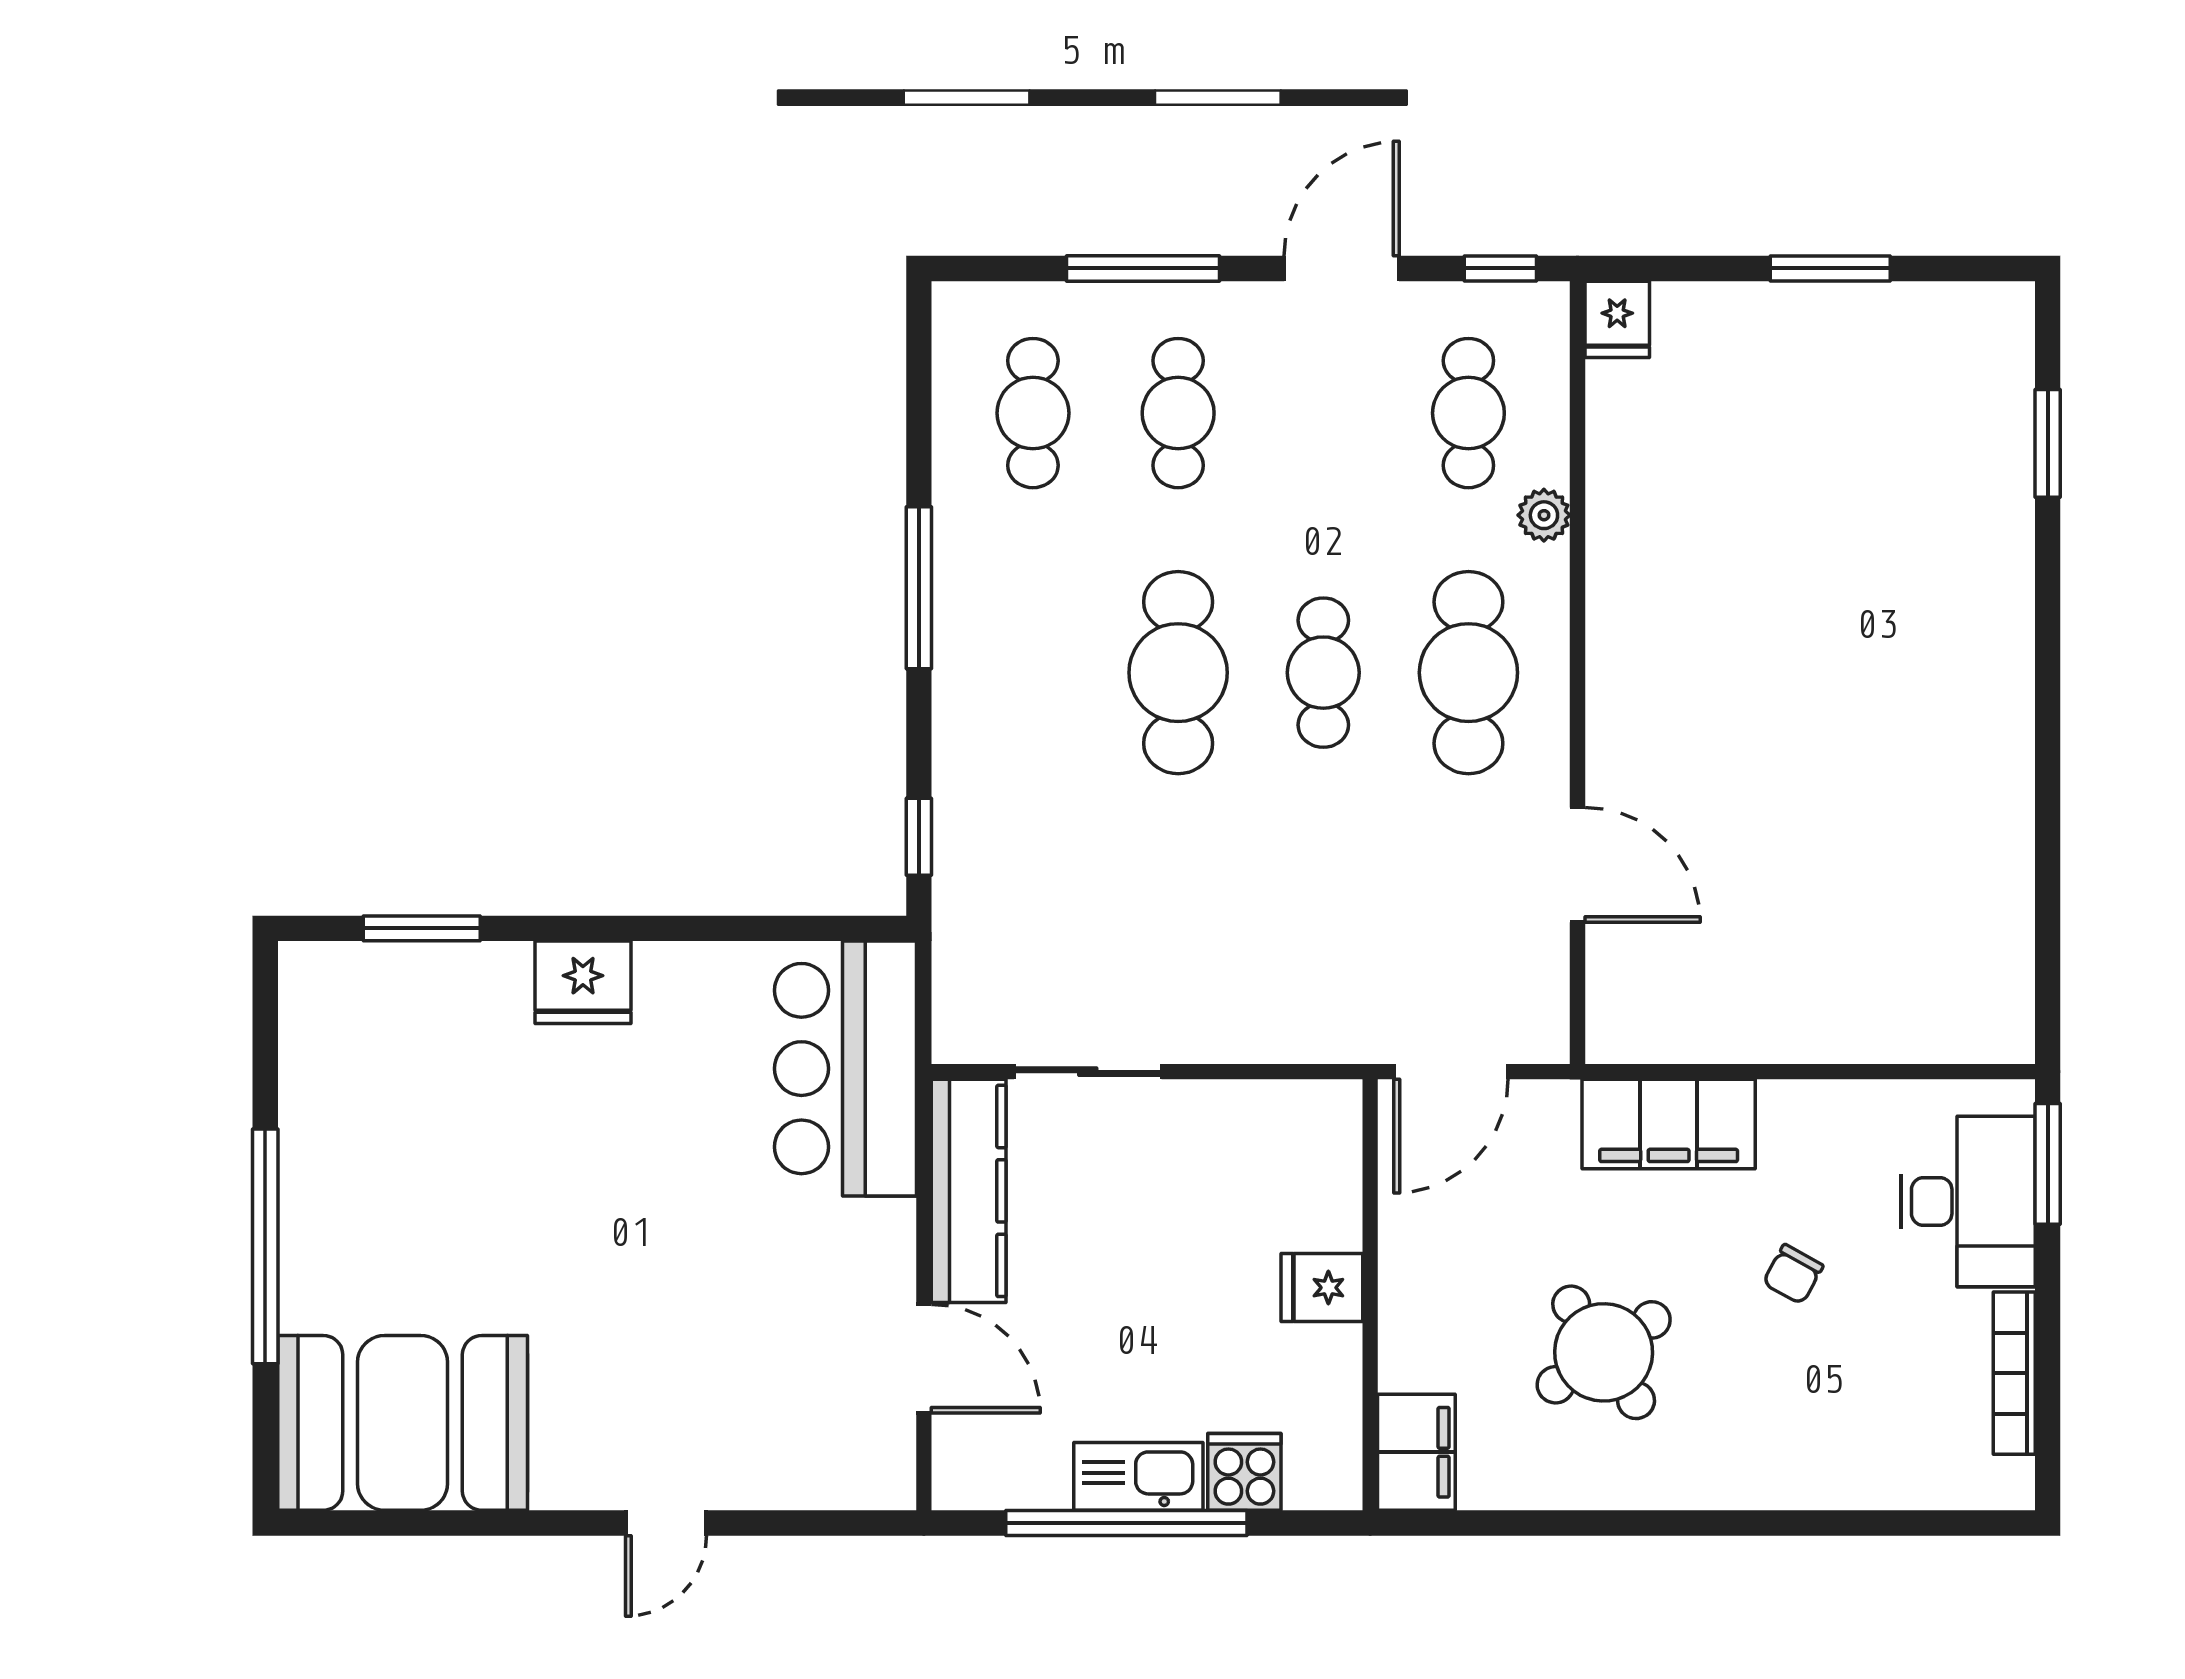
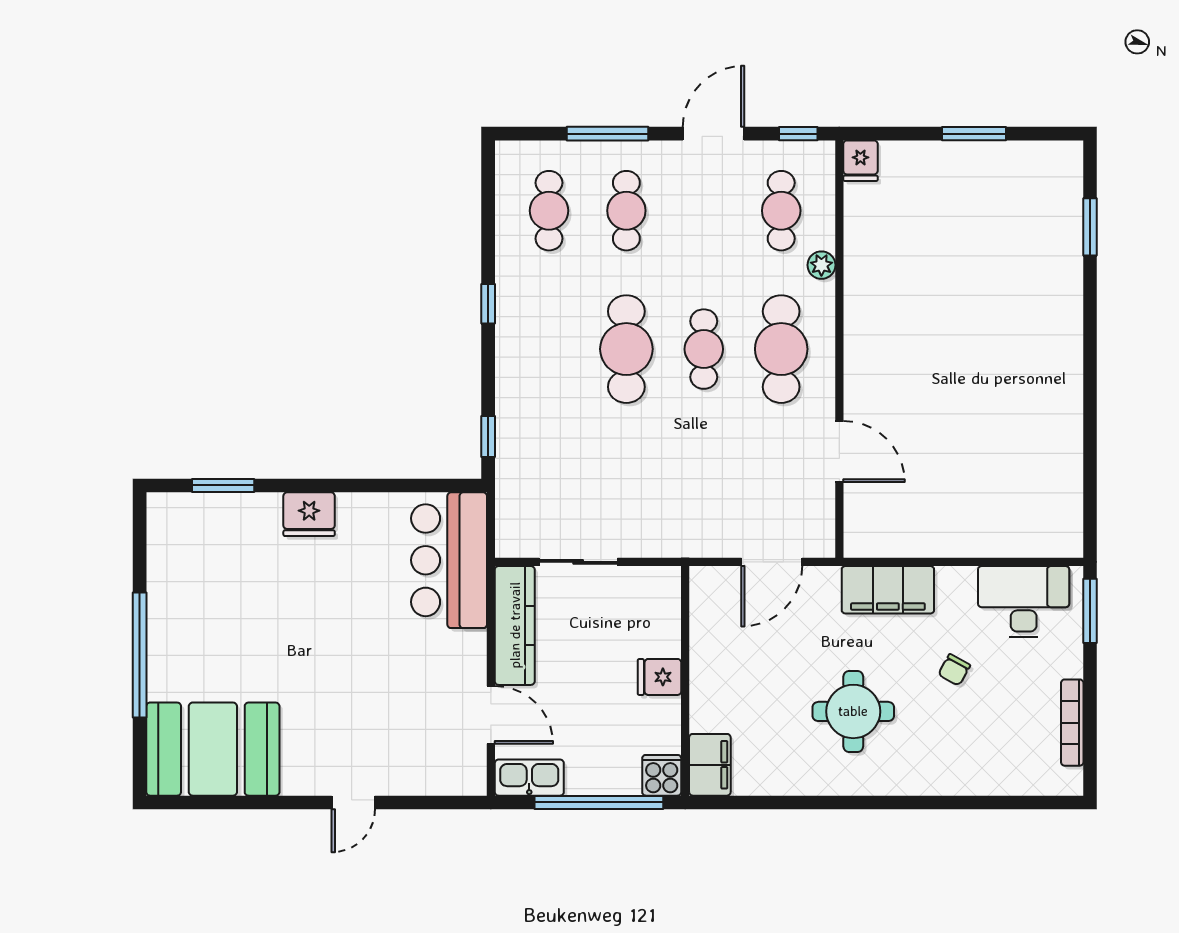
window: (919, 588) -> (488, 304), width x0.46
desk: (1968, 1201) -> (1024, 602), moved, turned -90
fridge: (1322, 1288) -> (659, 677), moved
wall: (1370, 1295) -> (685, 681), moved
round table: (1604, 1352) -> (853, 711), turned 34
filing cabinet: (1416, 1452) -> (710, 765), moved
kitchen sink: (1138, 1476) -> (529, 778), moved

